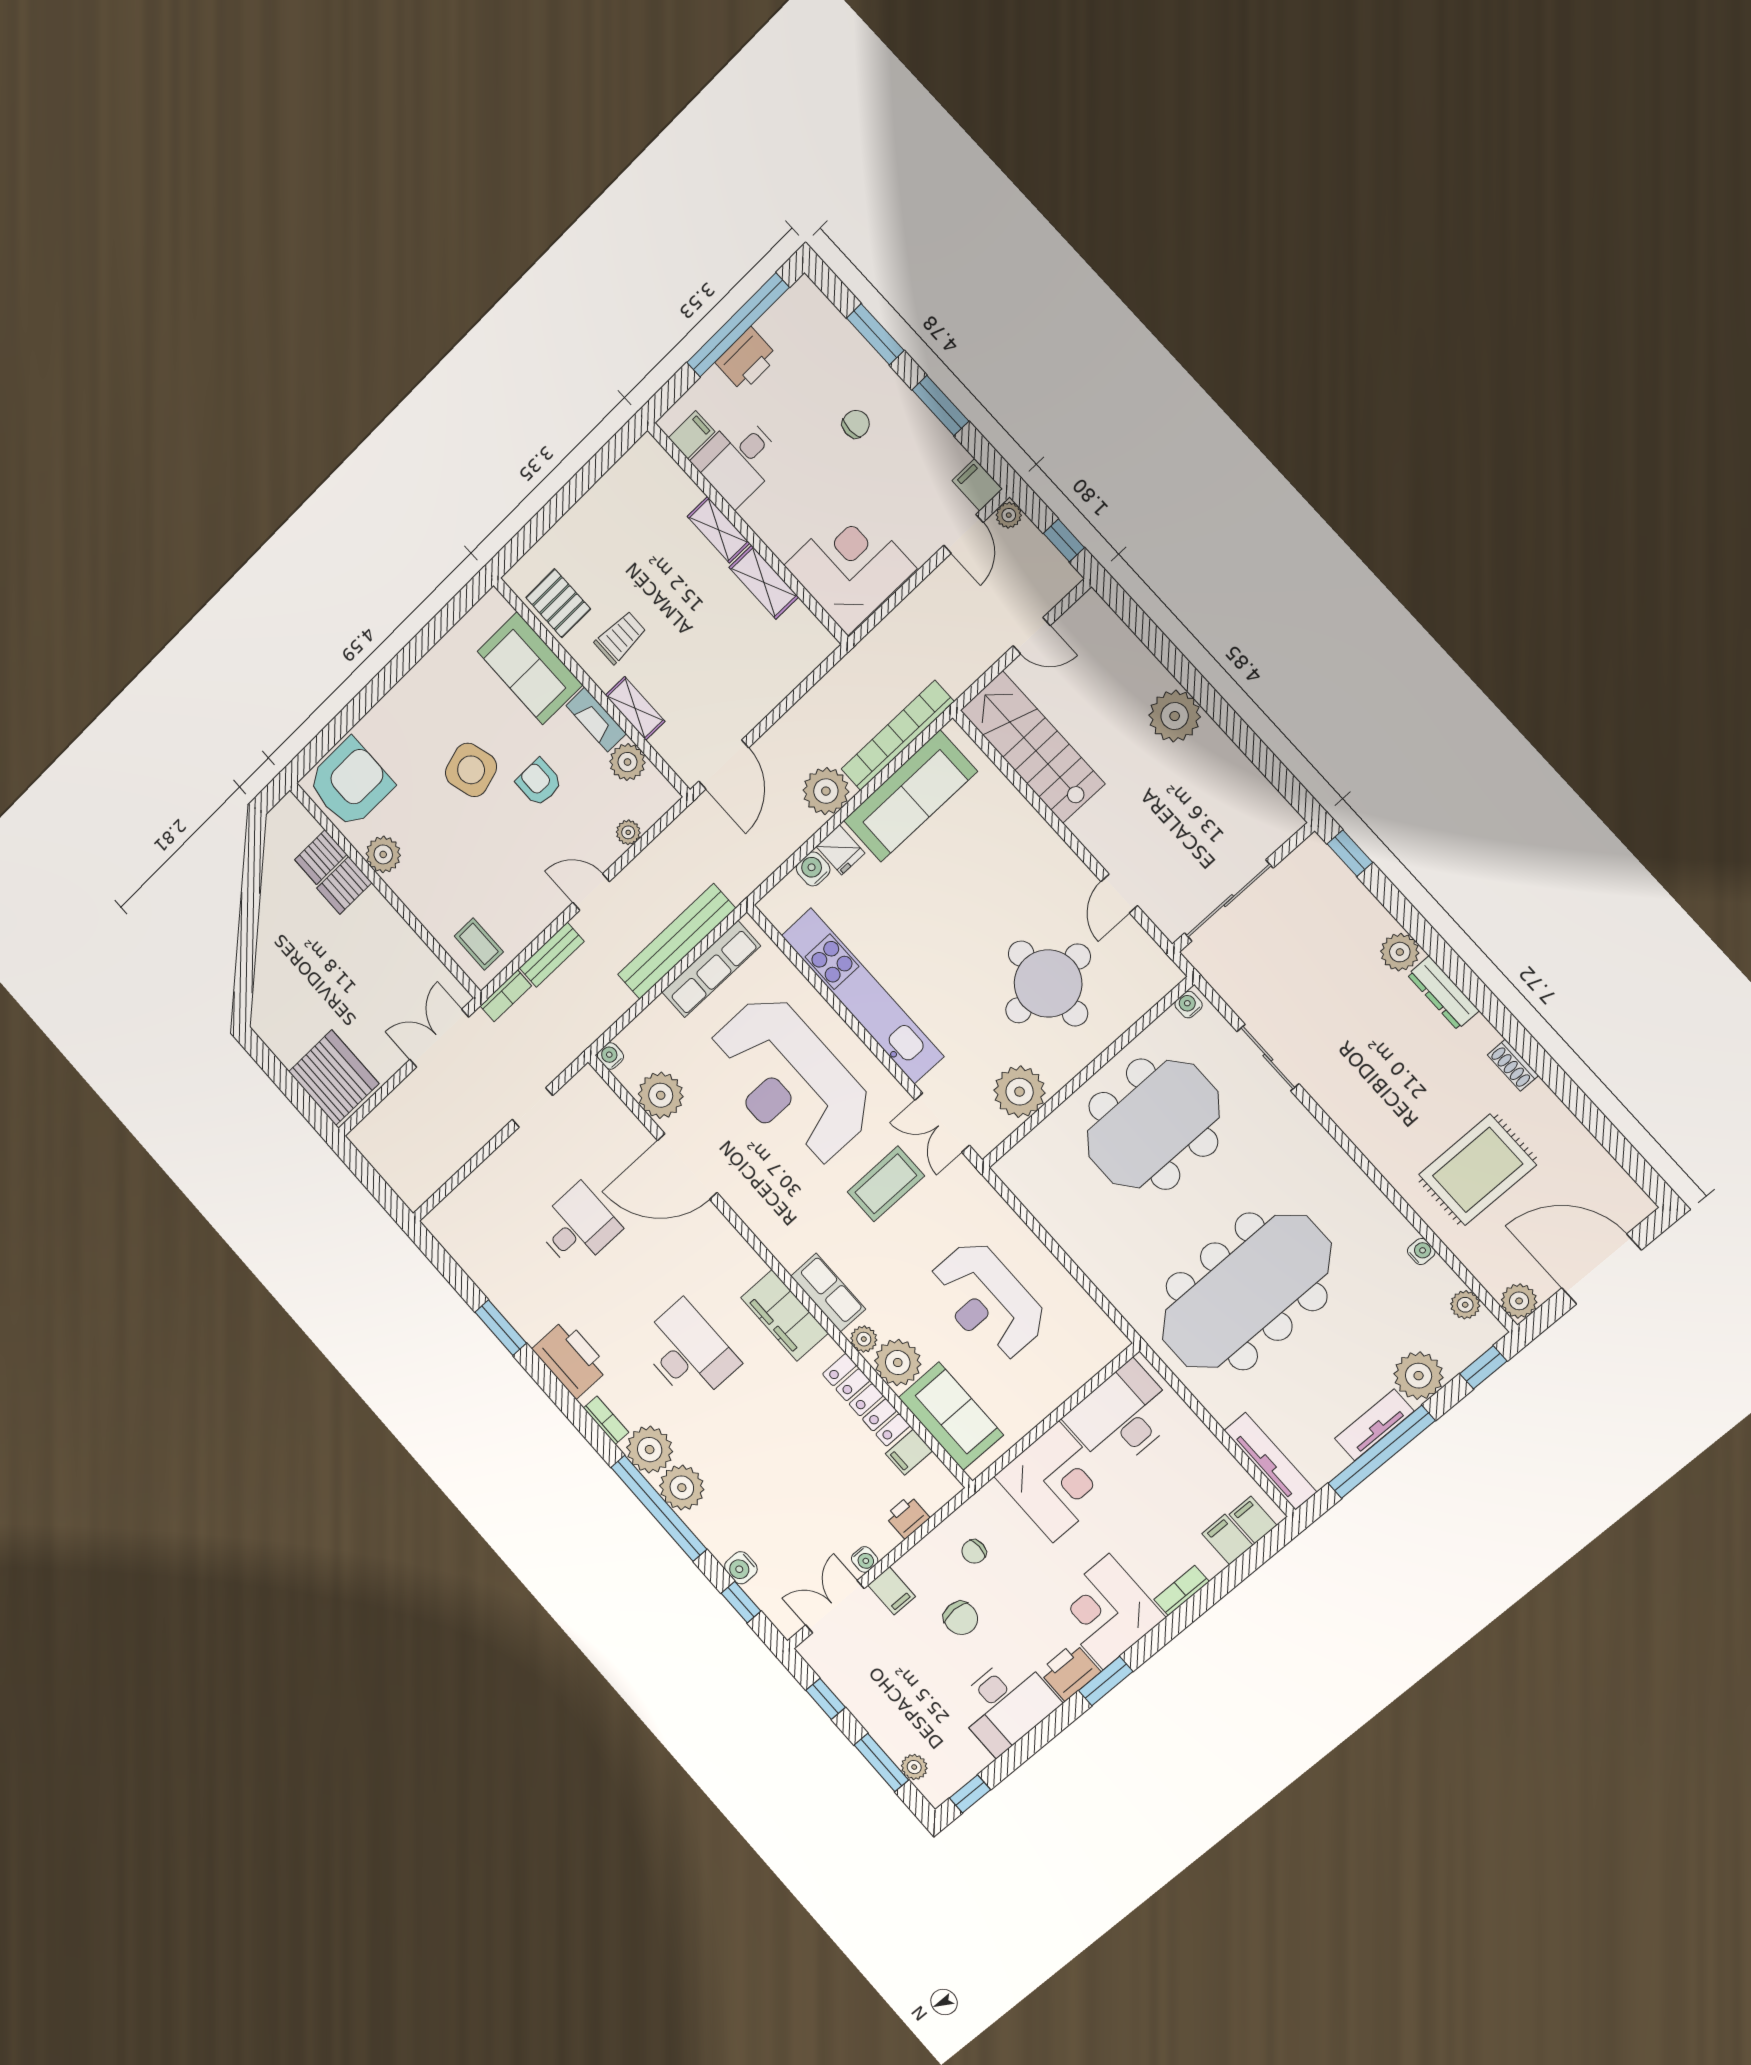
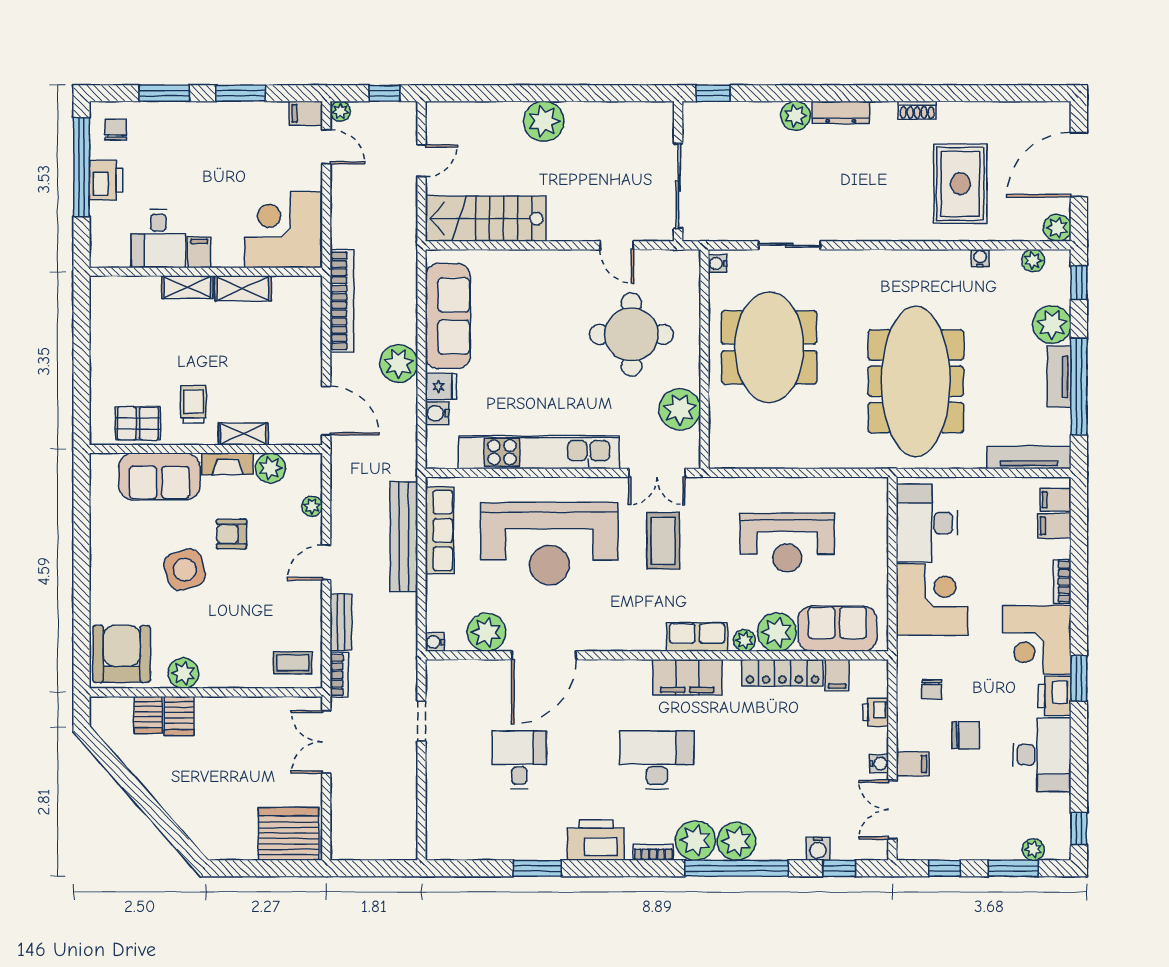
chair: (856, 424) -> (116, 130), moved
filing cabinet: (692, 435) -> (199, 252), moved
bookcase: (898, 735) -> (342, 301), moved, turned 180

